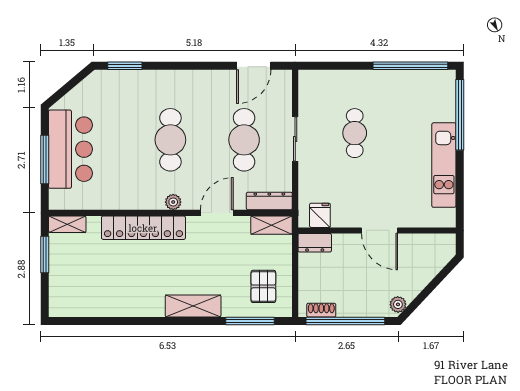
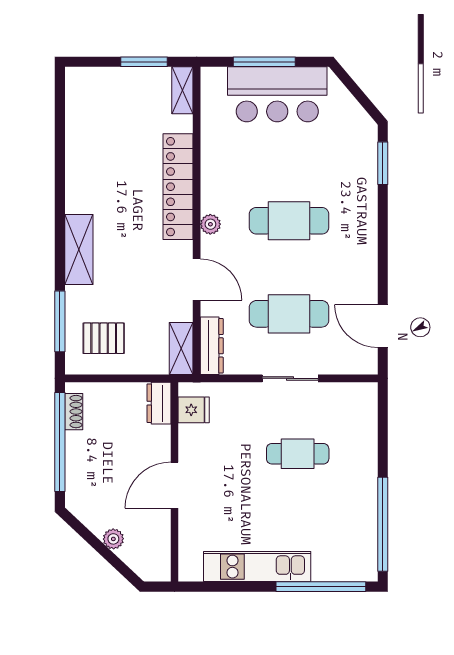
plant: (398, 304) -> (113, 539), moved

